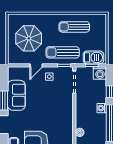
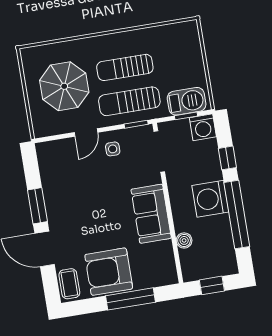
sun lounger: (74, 27) -> (125, 67), moved
sofa: (16, 95) -> (151, 214), moved, turned 180
washing machine: (102, 108) -> (210, 199), width x1.89, depth x1.89

